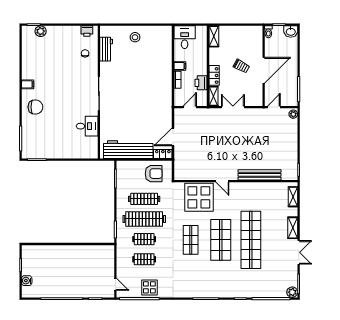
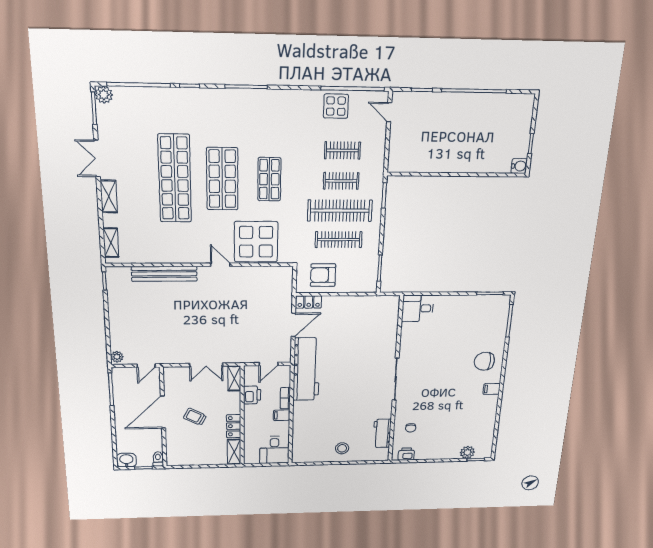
locker: (214, 75) -> (234, 426), moved
desk: (87, 126) -> (418, 308), moved
workbench: (128, 150) -> (306, 369), moved, turned -90
water cooler: (27, 281) -> (519, 166), moved

